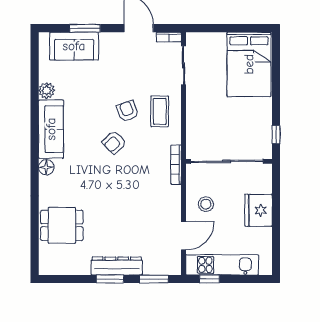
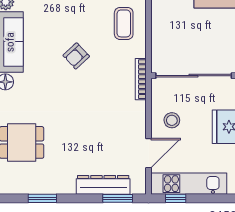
armchair: (128, 111) -> (90, 23), removed
dresser: (117, 266) -> (103, 185), moved
window: (110, 279) -> (42, 198), moved

